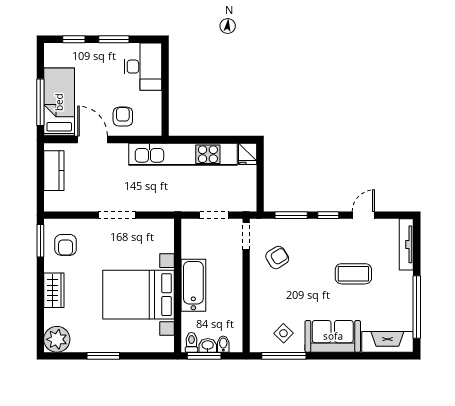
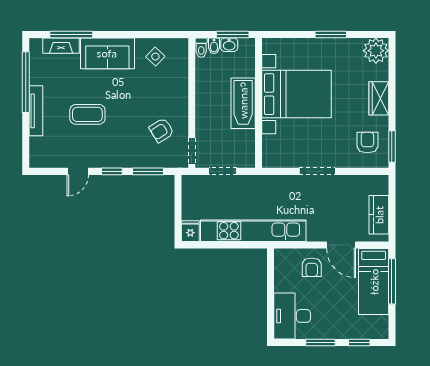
tv unit: (406, 244) -> (36, 111), moved
toilet: (191, 342) -> (201, 48), moved
fireplace: (387, 342) -> (61, 46), width x0.73, depth x0.76
window: (284, 356) -> (71, 34), moved

